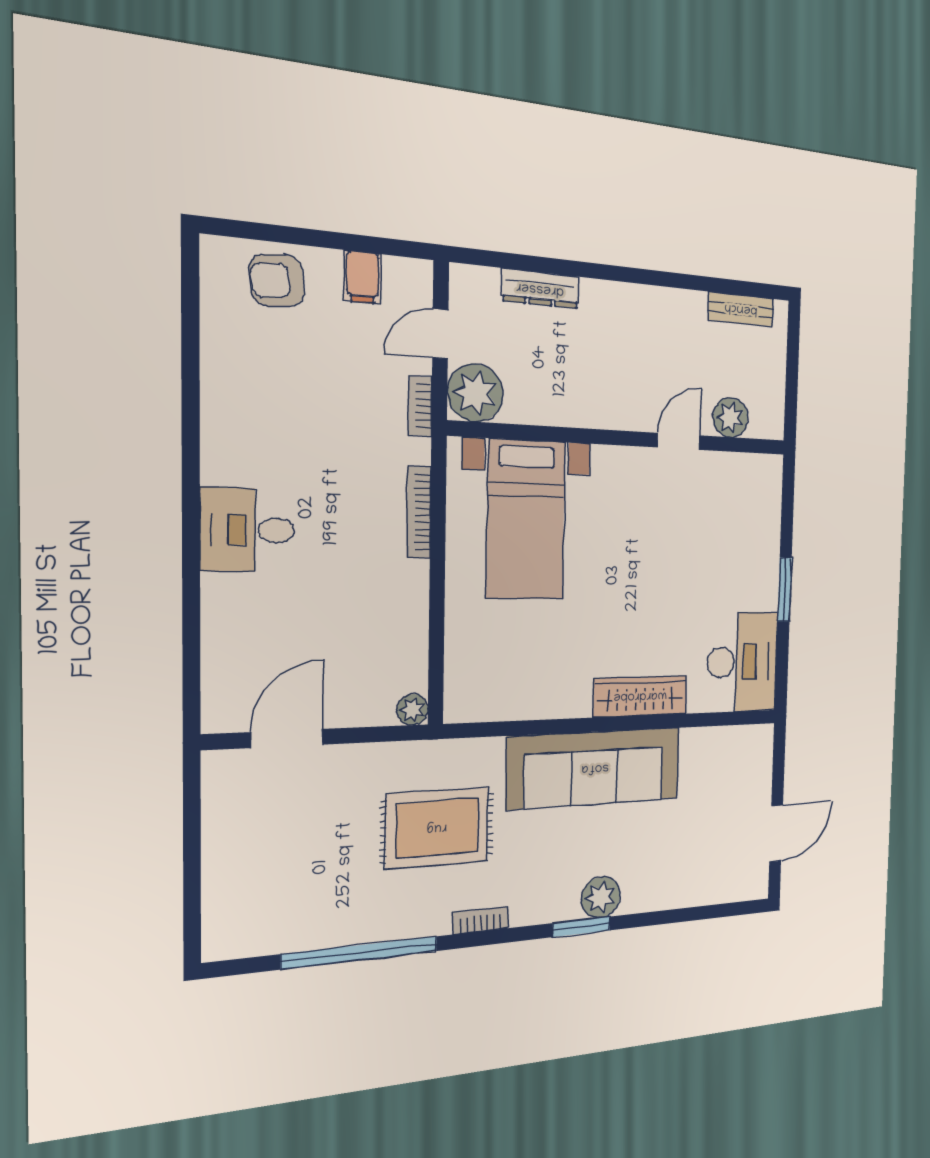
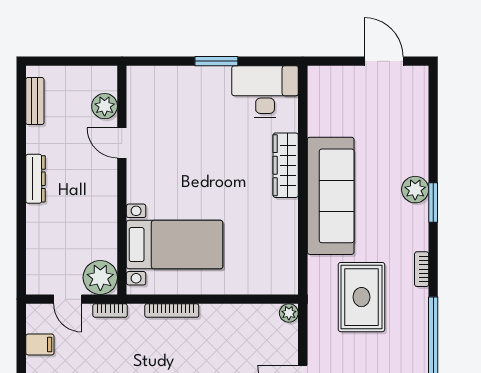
dresser: (540, 289) -> (35, 179), moved

